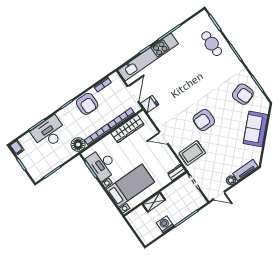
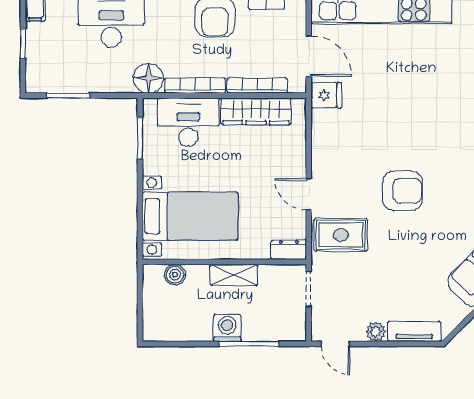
door: (133, 94) -> (309, 56), hinge flipped
armchair: (204, 120) -> (402, 191), turned 180
door: (164, 138) -> (309, 194), moved
desk: (102, 164) -> (188, 122), moved, turned 90
shelving: (154, 202) -> (234, 275), moved
boiler: (140, 212) -> (175, 275), added
washing machine: (165, 224) -> (227, 328), moved

